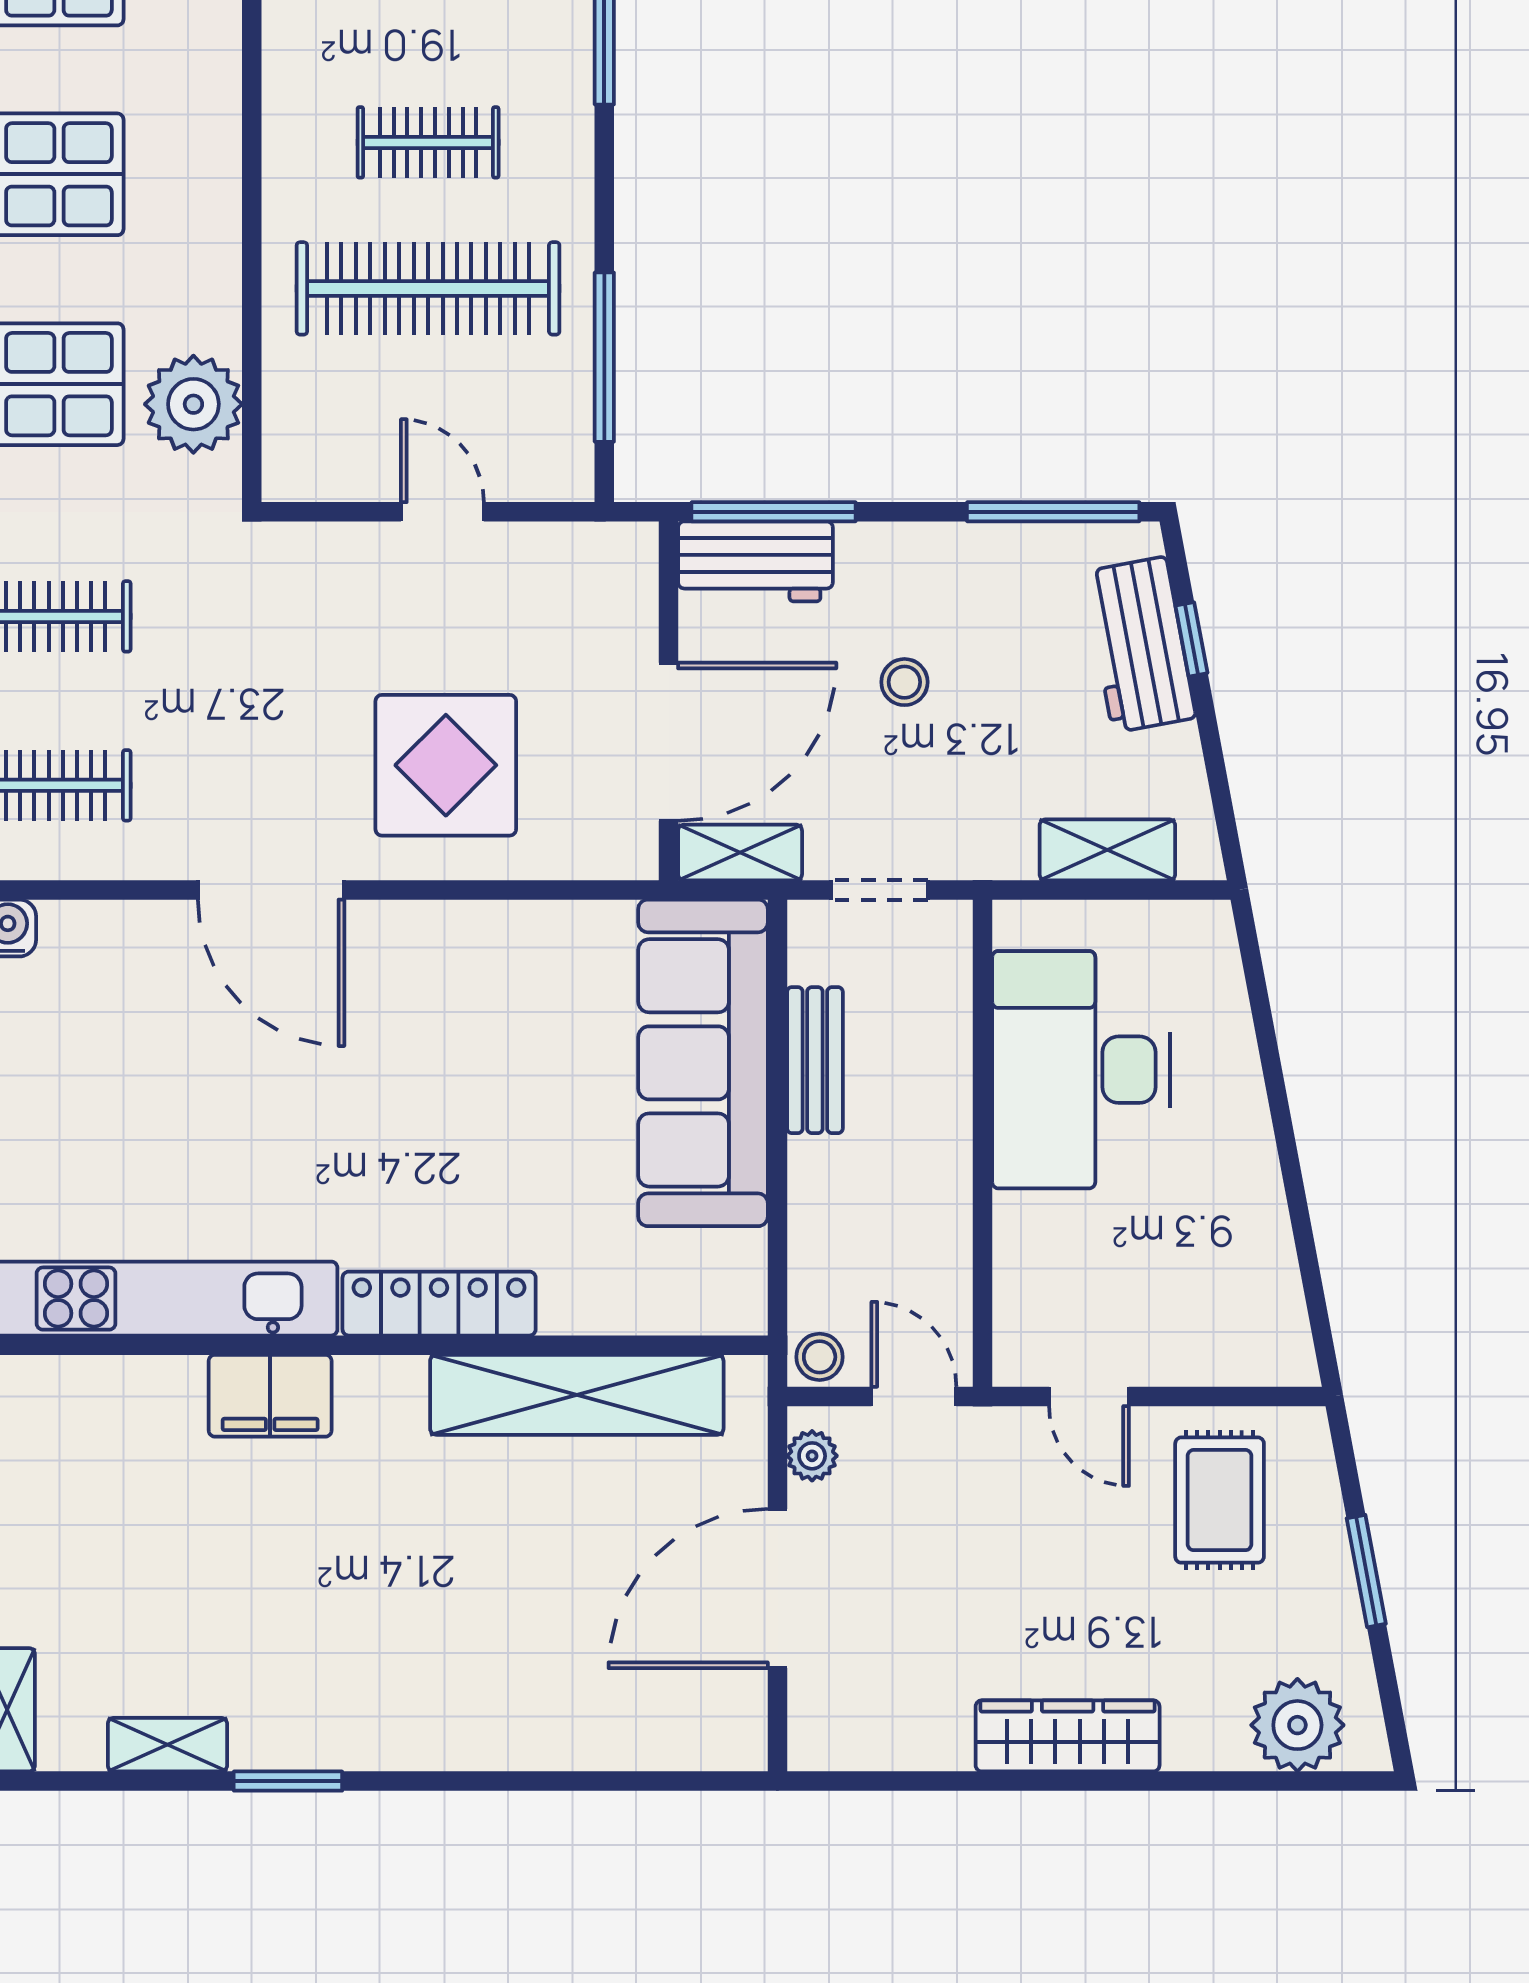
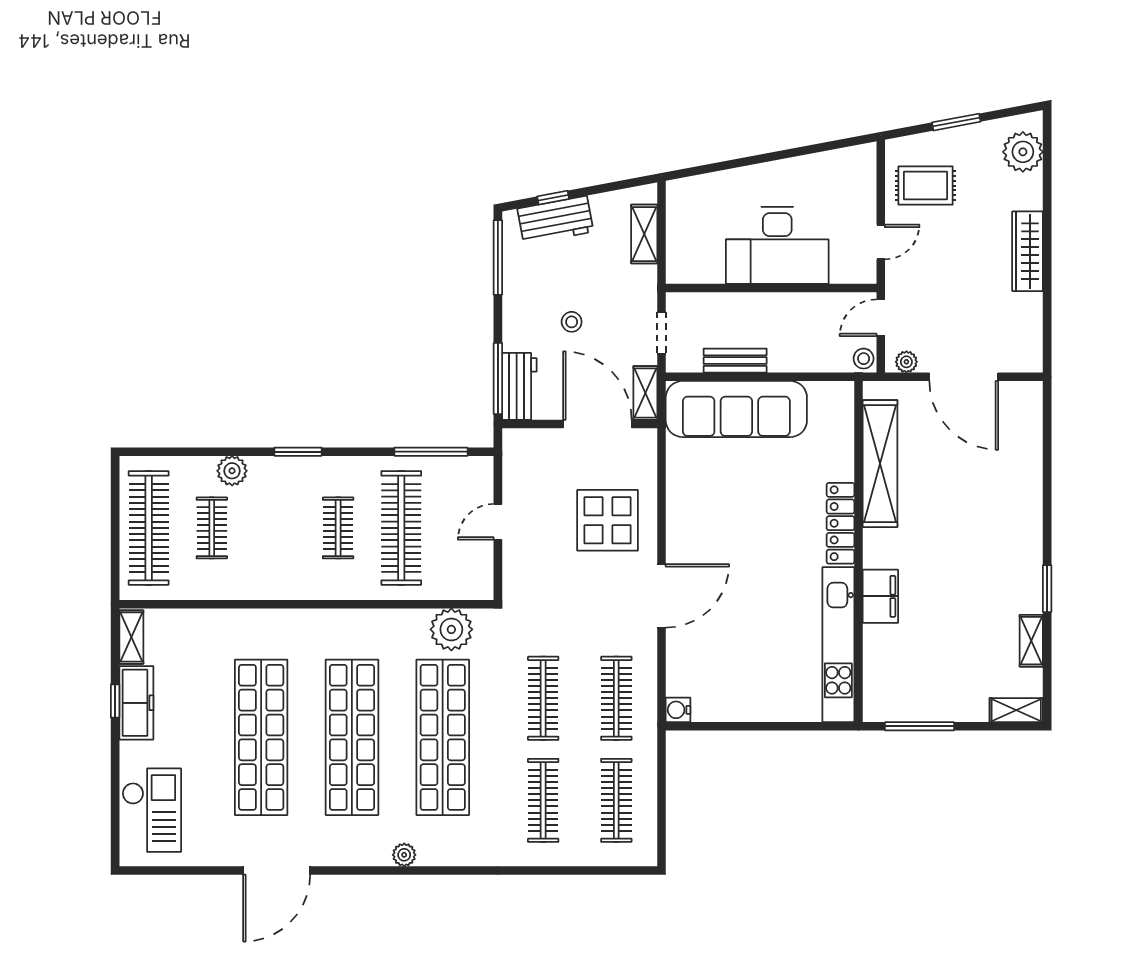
desk: (1081, 1070) -> (777, 245), moved

